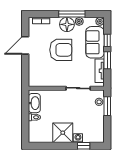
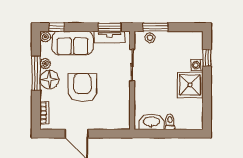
window: (107, 40) -> (57, 27), moved
window: (107, 60) -> (110, 27), moved

